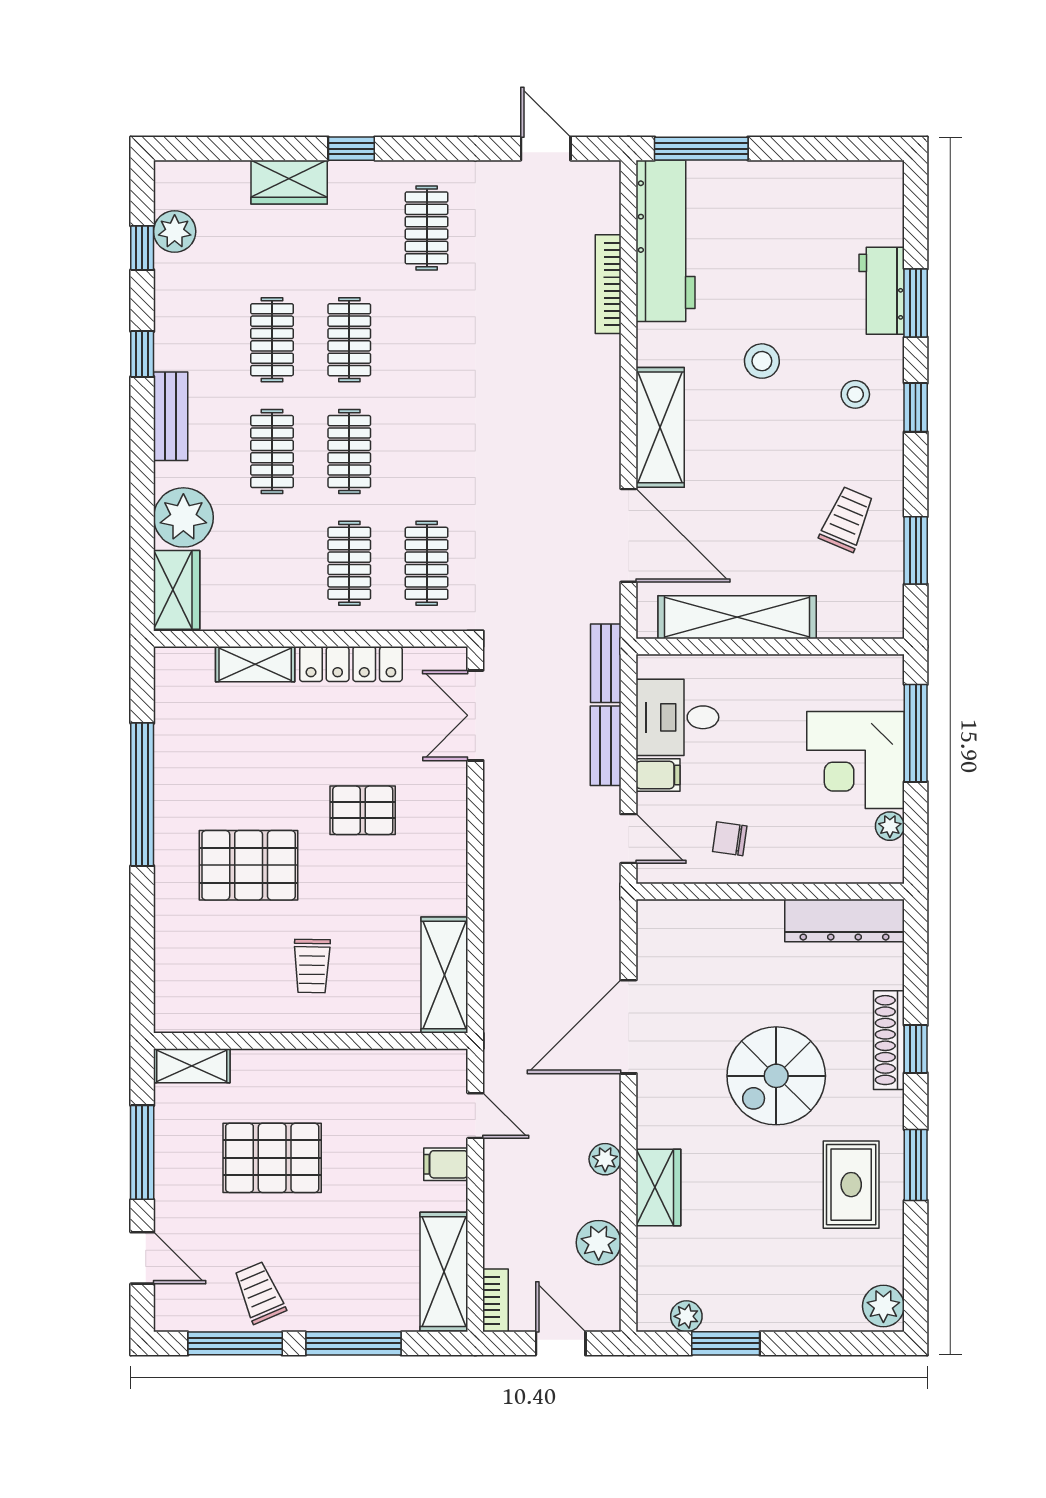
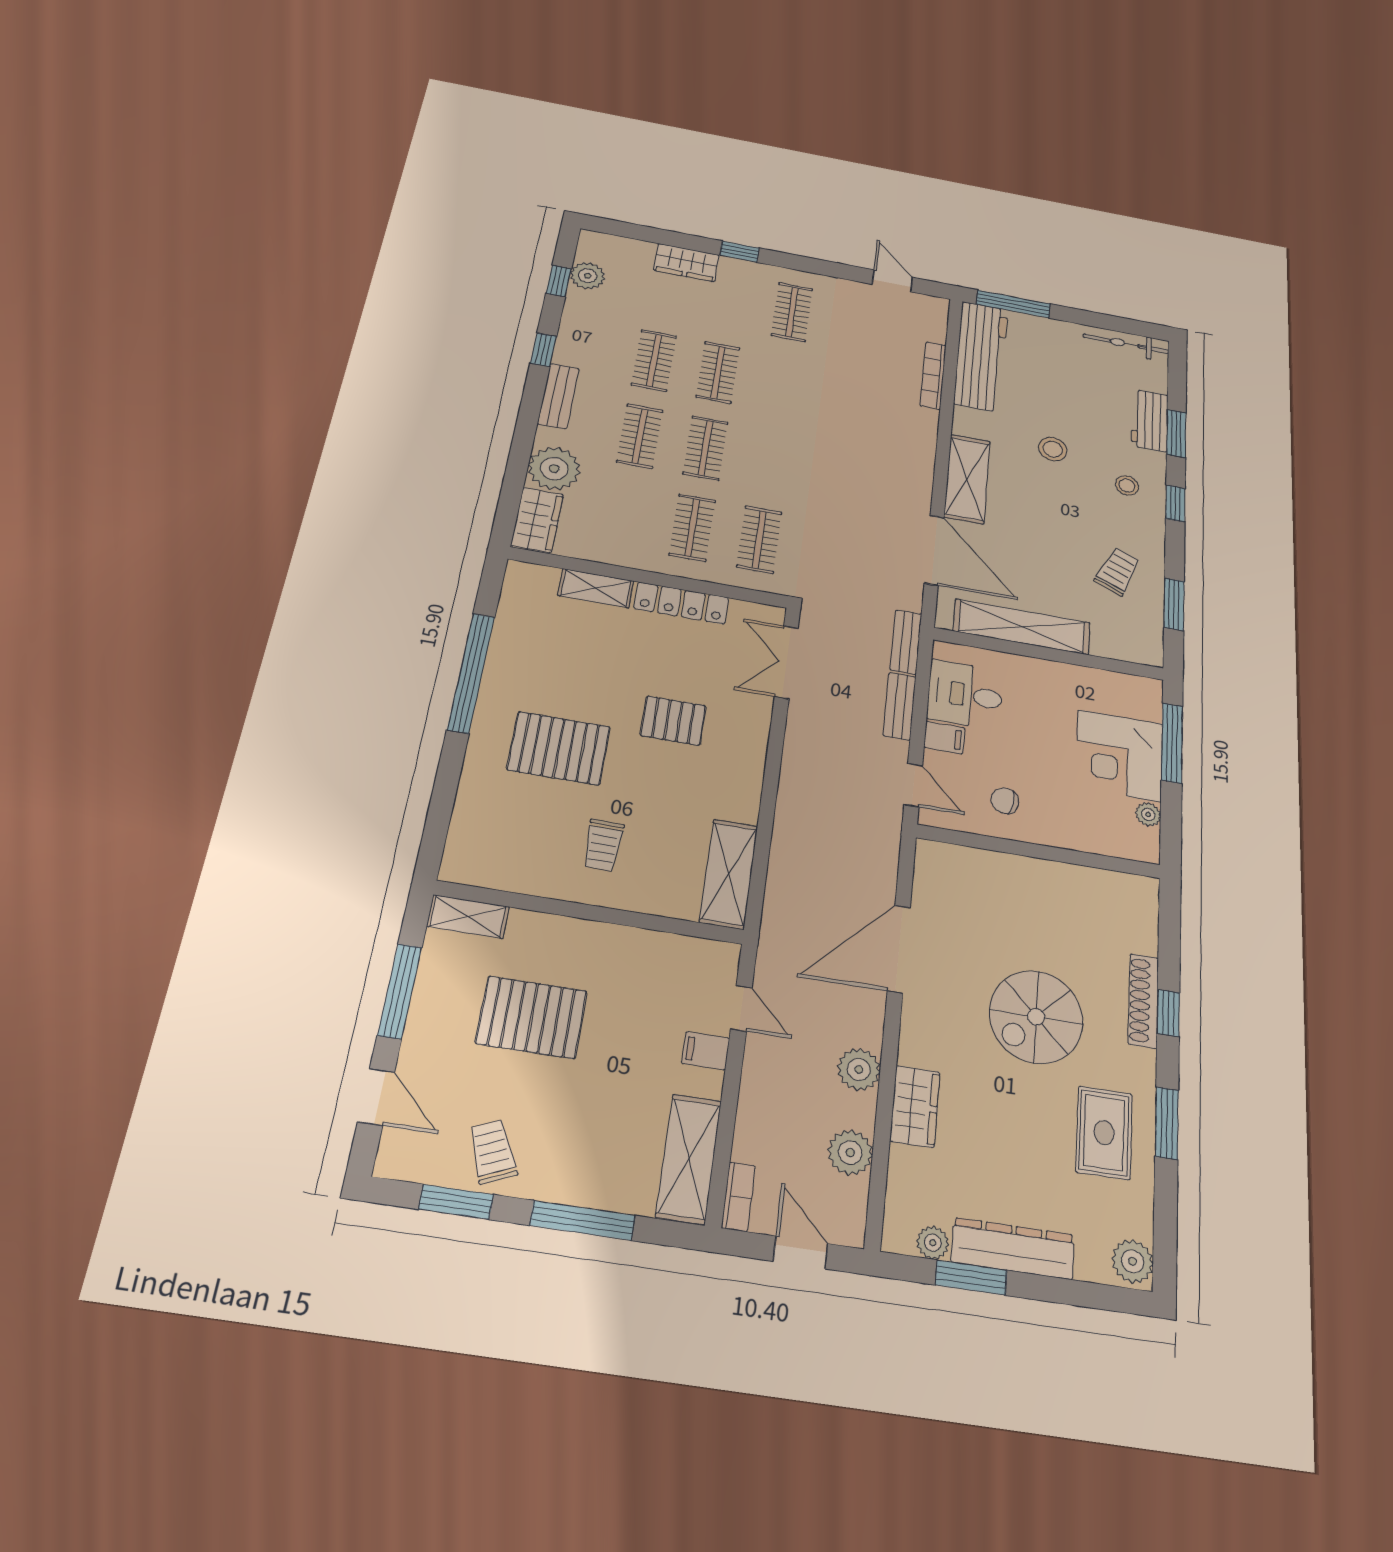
bicycle: (849, 178) -> (1126, 344), added
dresser: (845, 920) -> (1013, 1248), moved, turned 180
plant: (605, 1159) -> (859, 1069), width x1.38, depth x1.38
window: (235, 1343) -> (456, 1202), width x0.69

